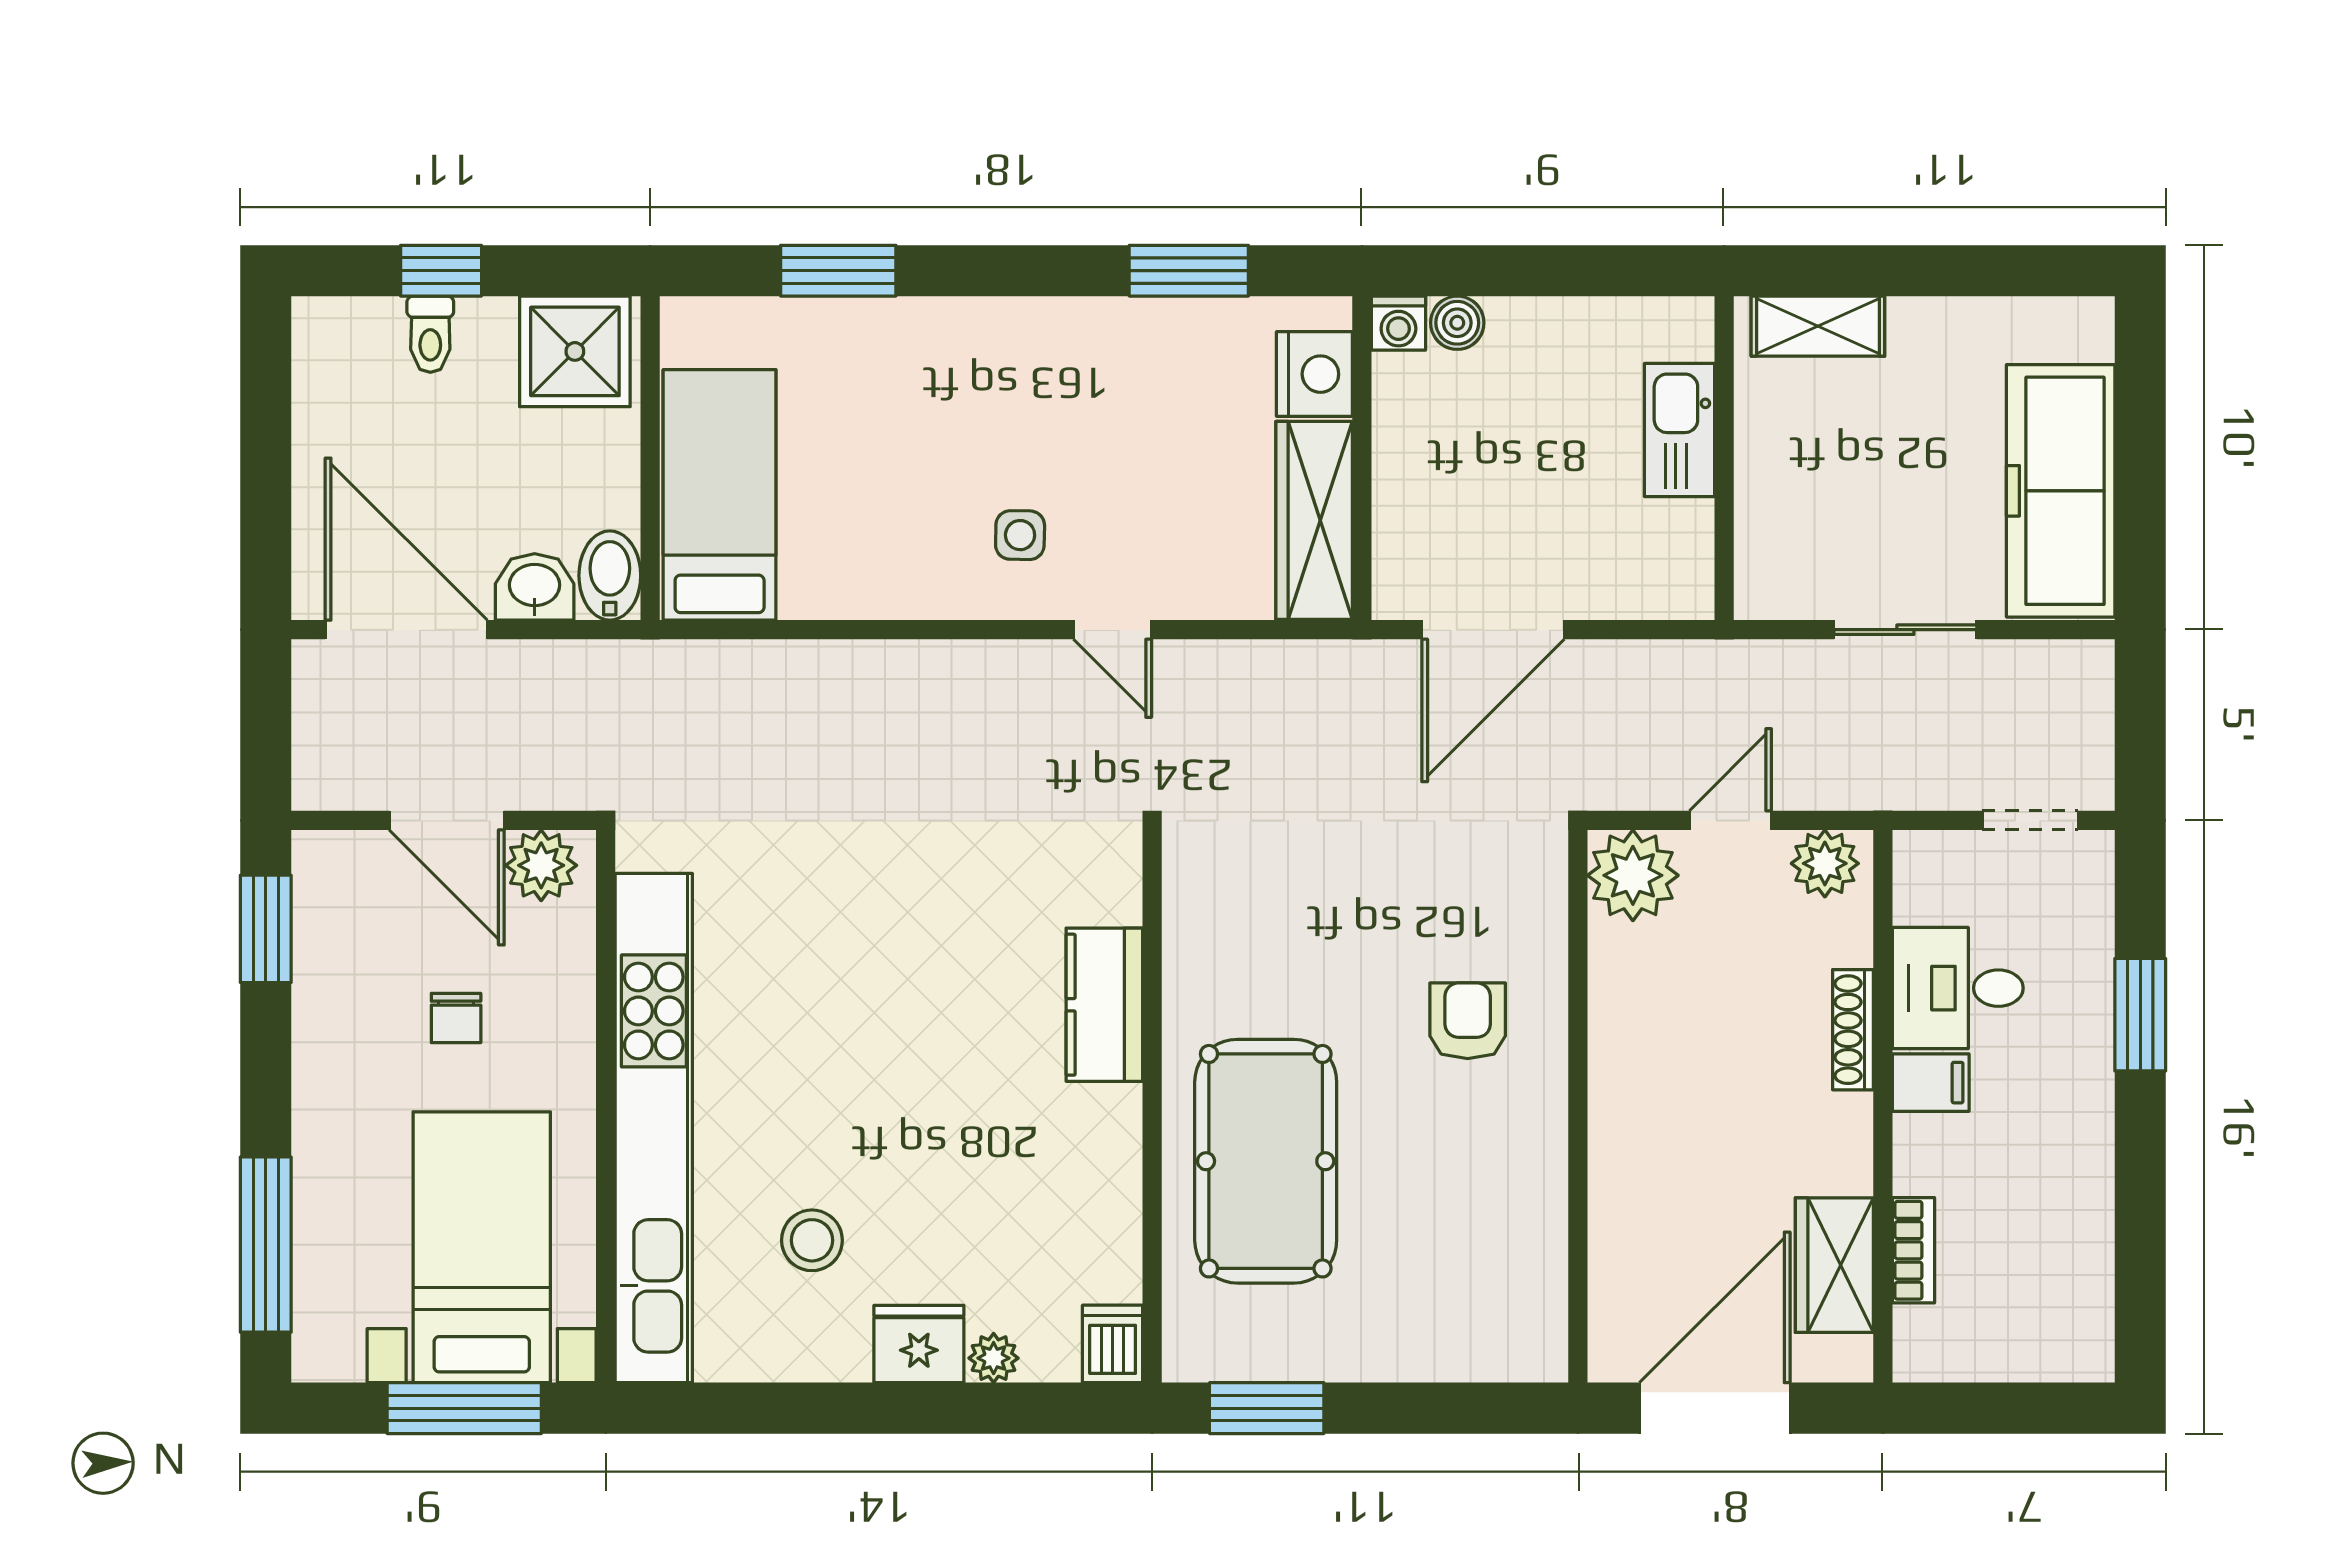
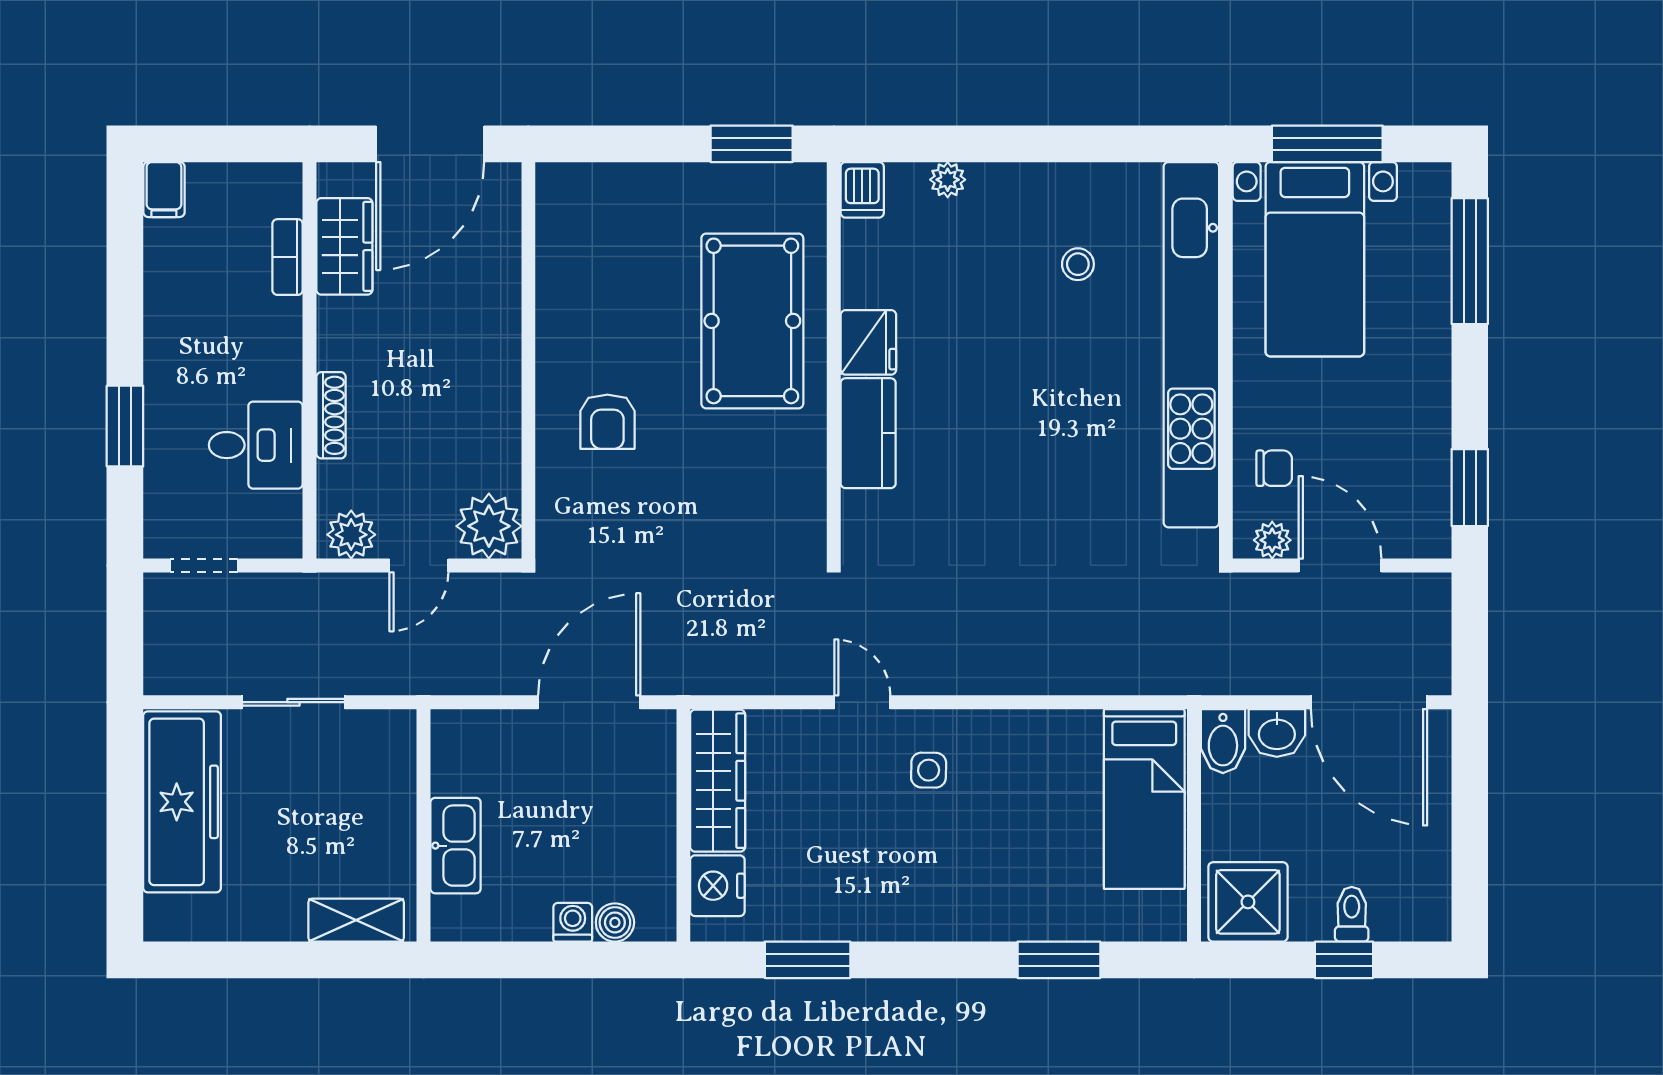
washing machine: (1398, 323) -> (573, 922), moved
plant: (541, 865) -> (1272, 540), width x0.73, depth x0.73
chair: (456, 1018) -> (1274, 468), moved, turned 90
filing cabinet: (1931, 1083) -> (164, 190), moved, turned -90
stool: (812, 1240) -> (1078, 264), width x0.73, depth x0.73
fridge: (919, 1344) -> (868, 342), moved, turned -90

